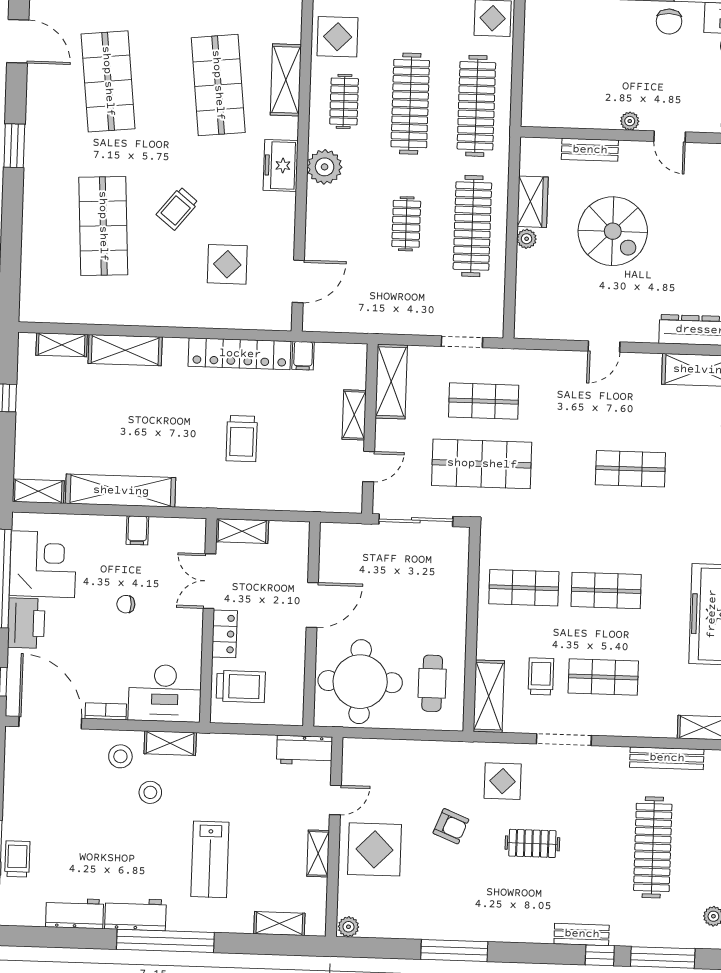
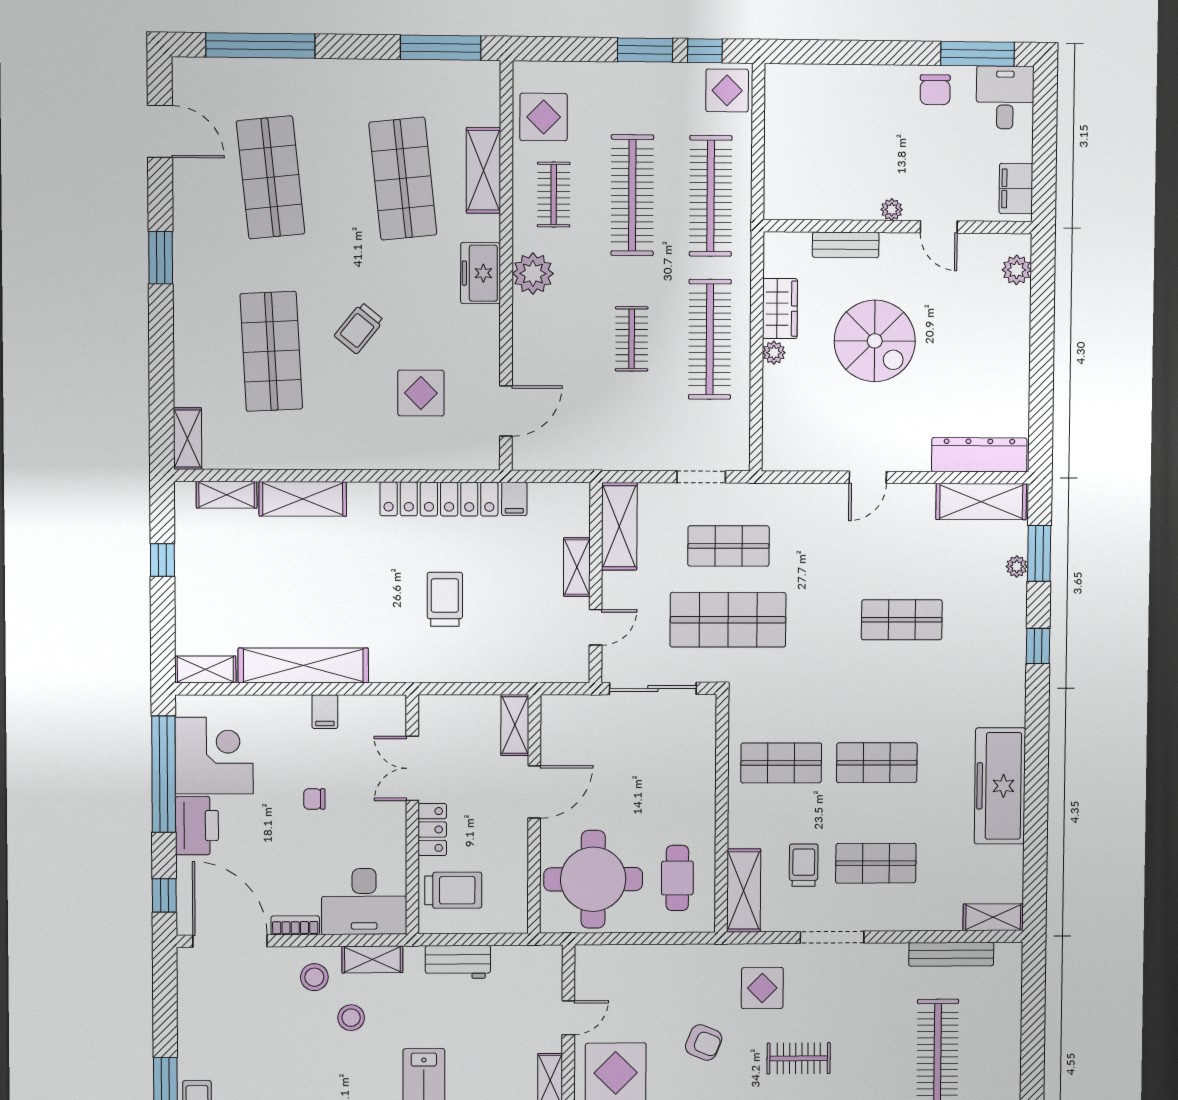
shelving: (31, 297) -> (188, 439), added
trolley: (242, 439) -> (445, 599), turned 180
shelving: (242, 531) -> (515, 725), moved, turned 90
workbench: (304, 750) -> (458, 962), moved

